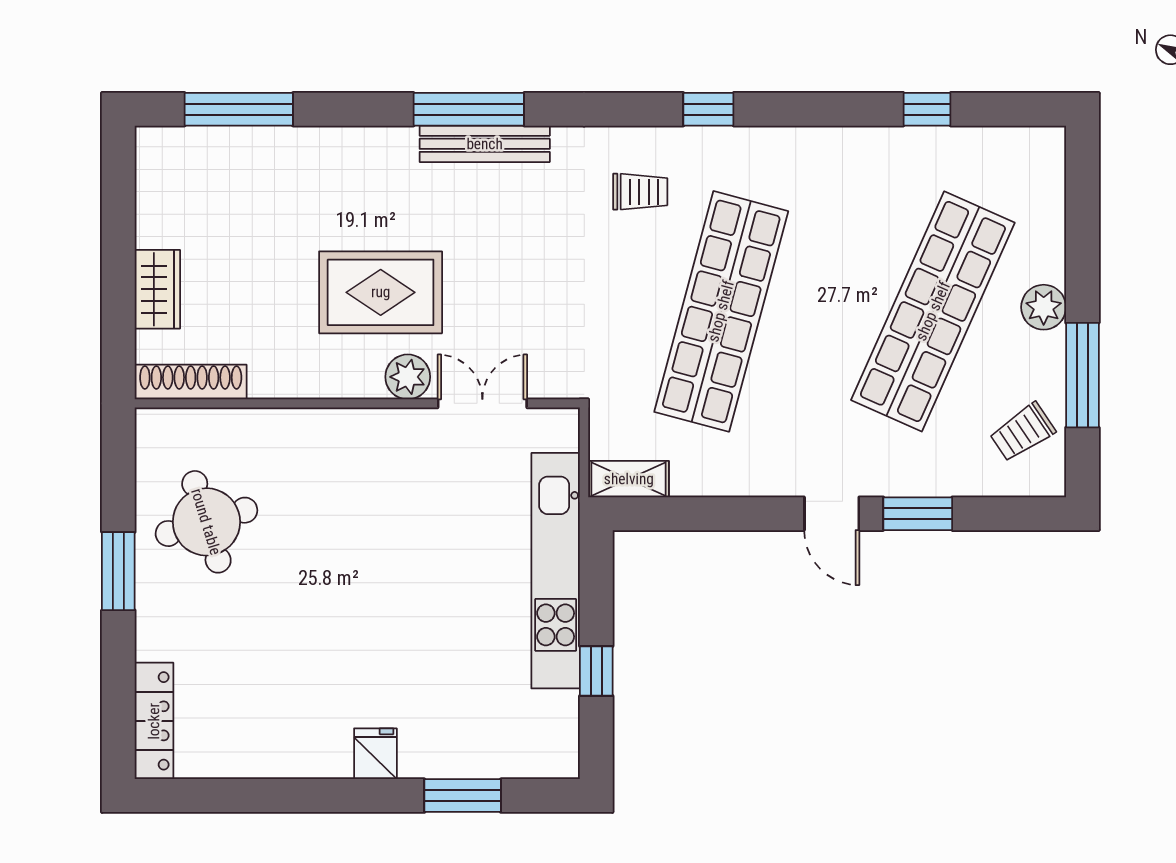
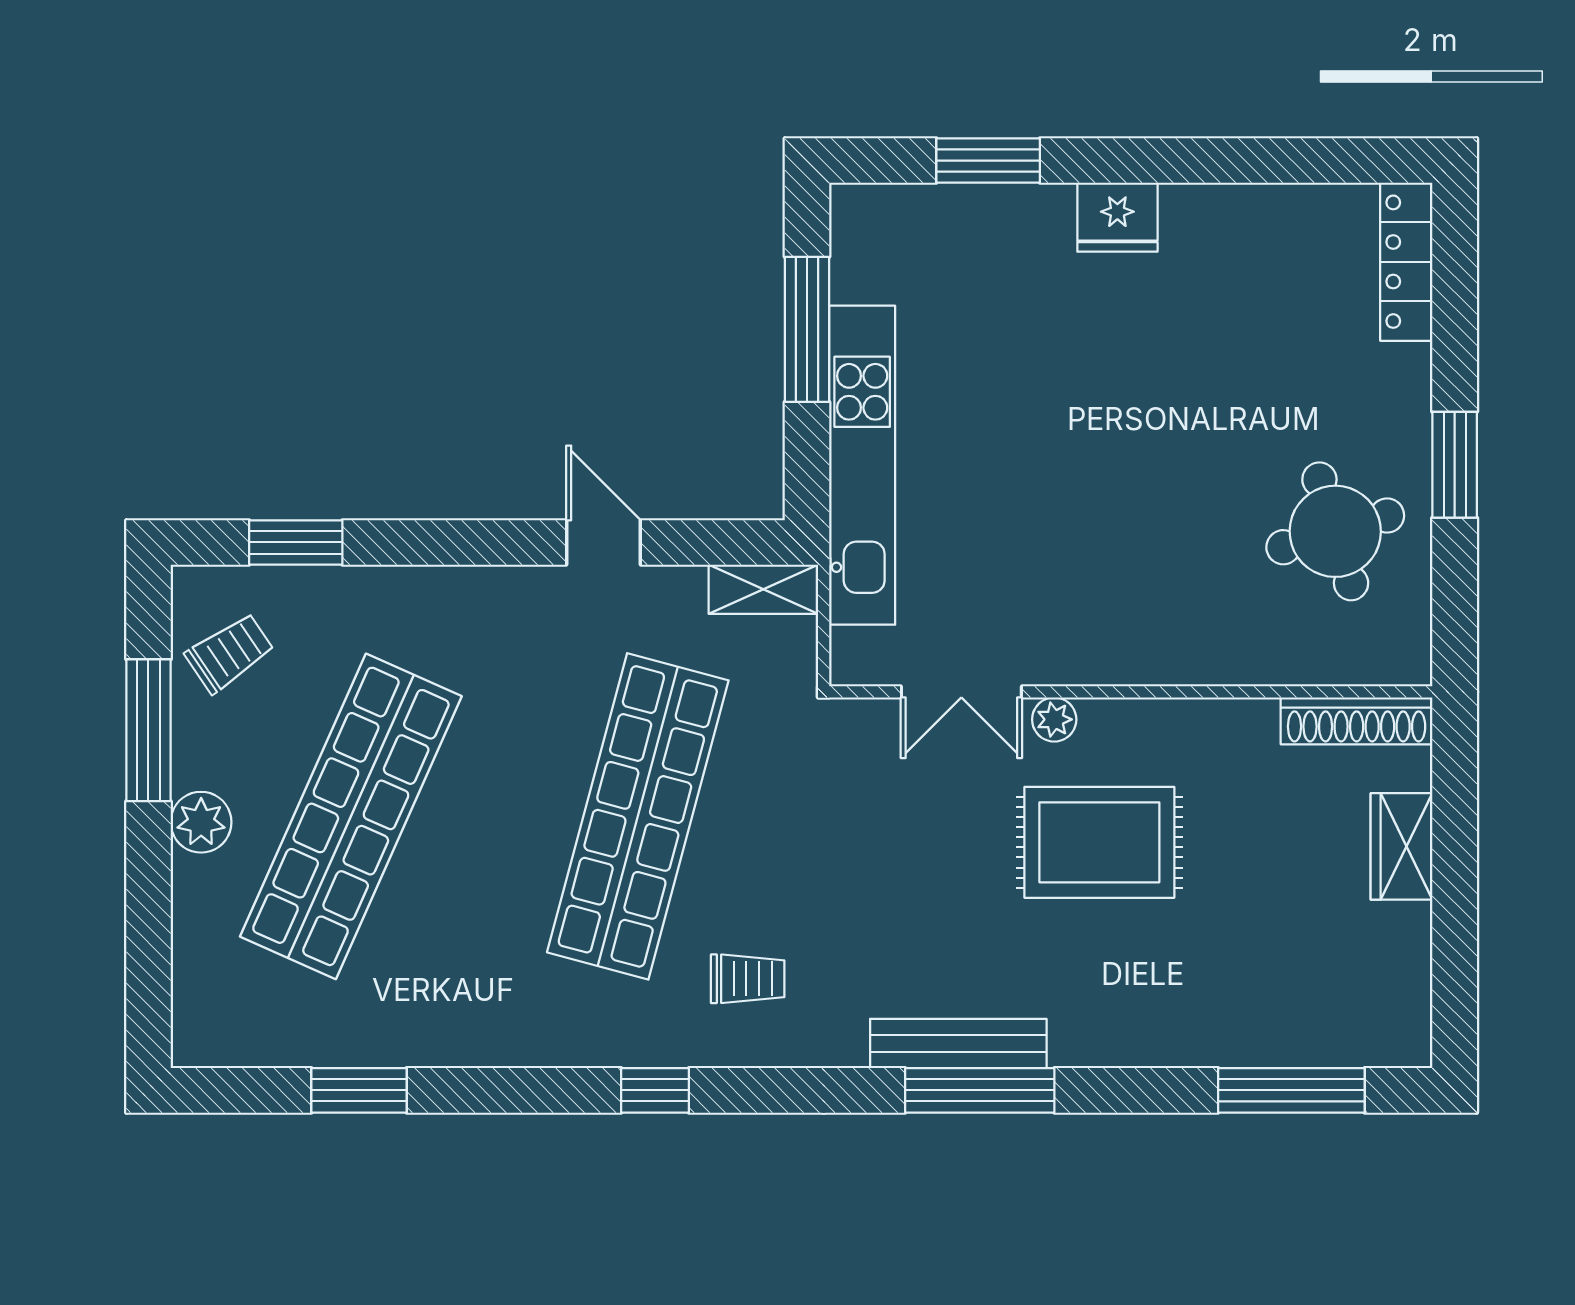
window: (927, 109) -> (359, 1090), width x1.50
trolley: (640, 192) -> (748, 979), turned 180
plant: (408, 377) -> (1054, 719), width x0.73, depth x0.73
door: (832, 514) -> (604, 542), moved
window: (918, 514) -> (296, 542), moved
window: (596, 671) -> (807, 329), width x2.17
fridge: (375, 754) -> (1117, 217), width x1.38

